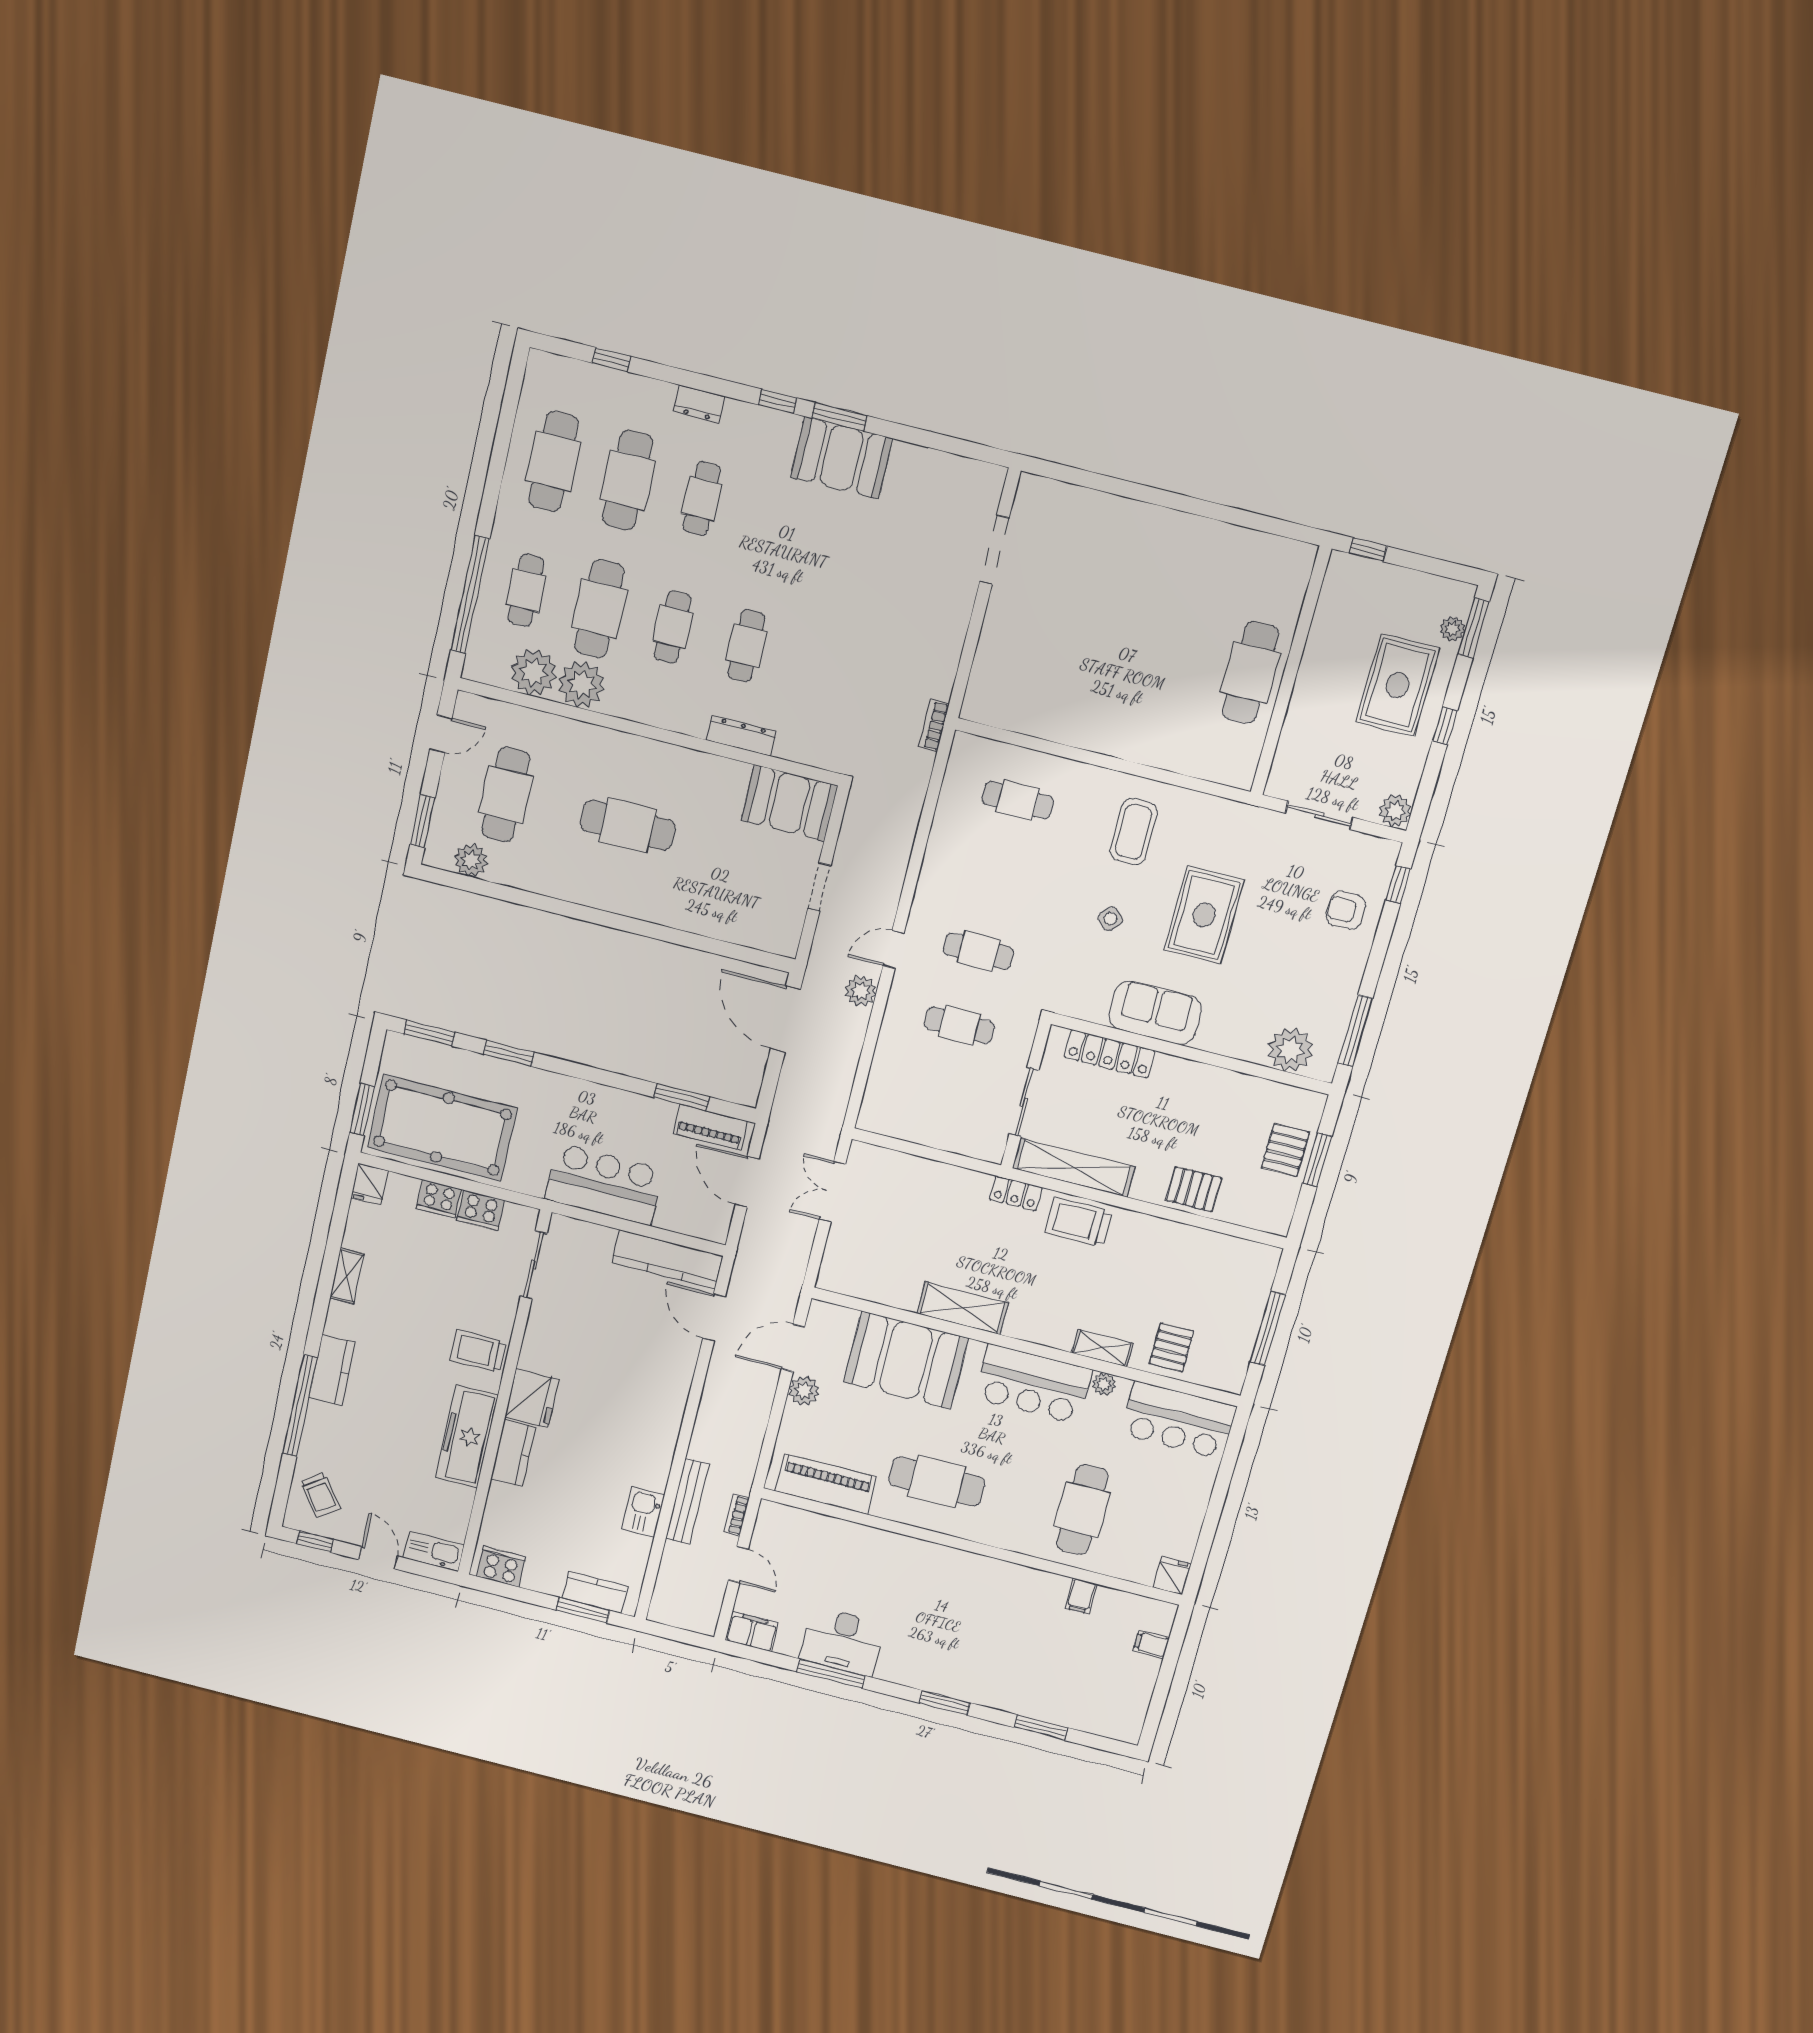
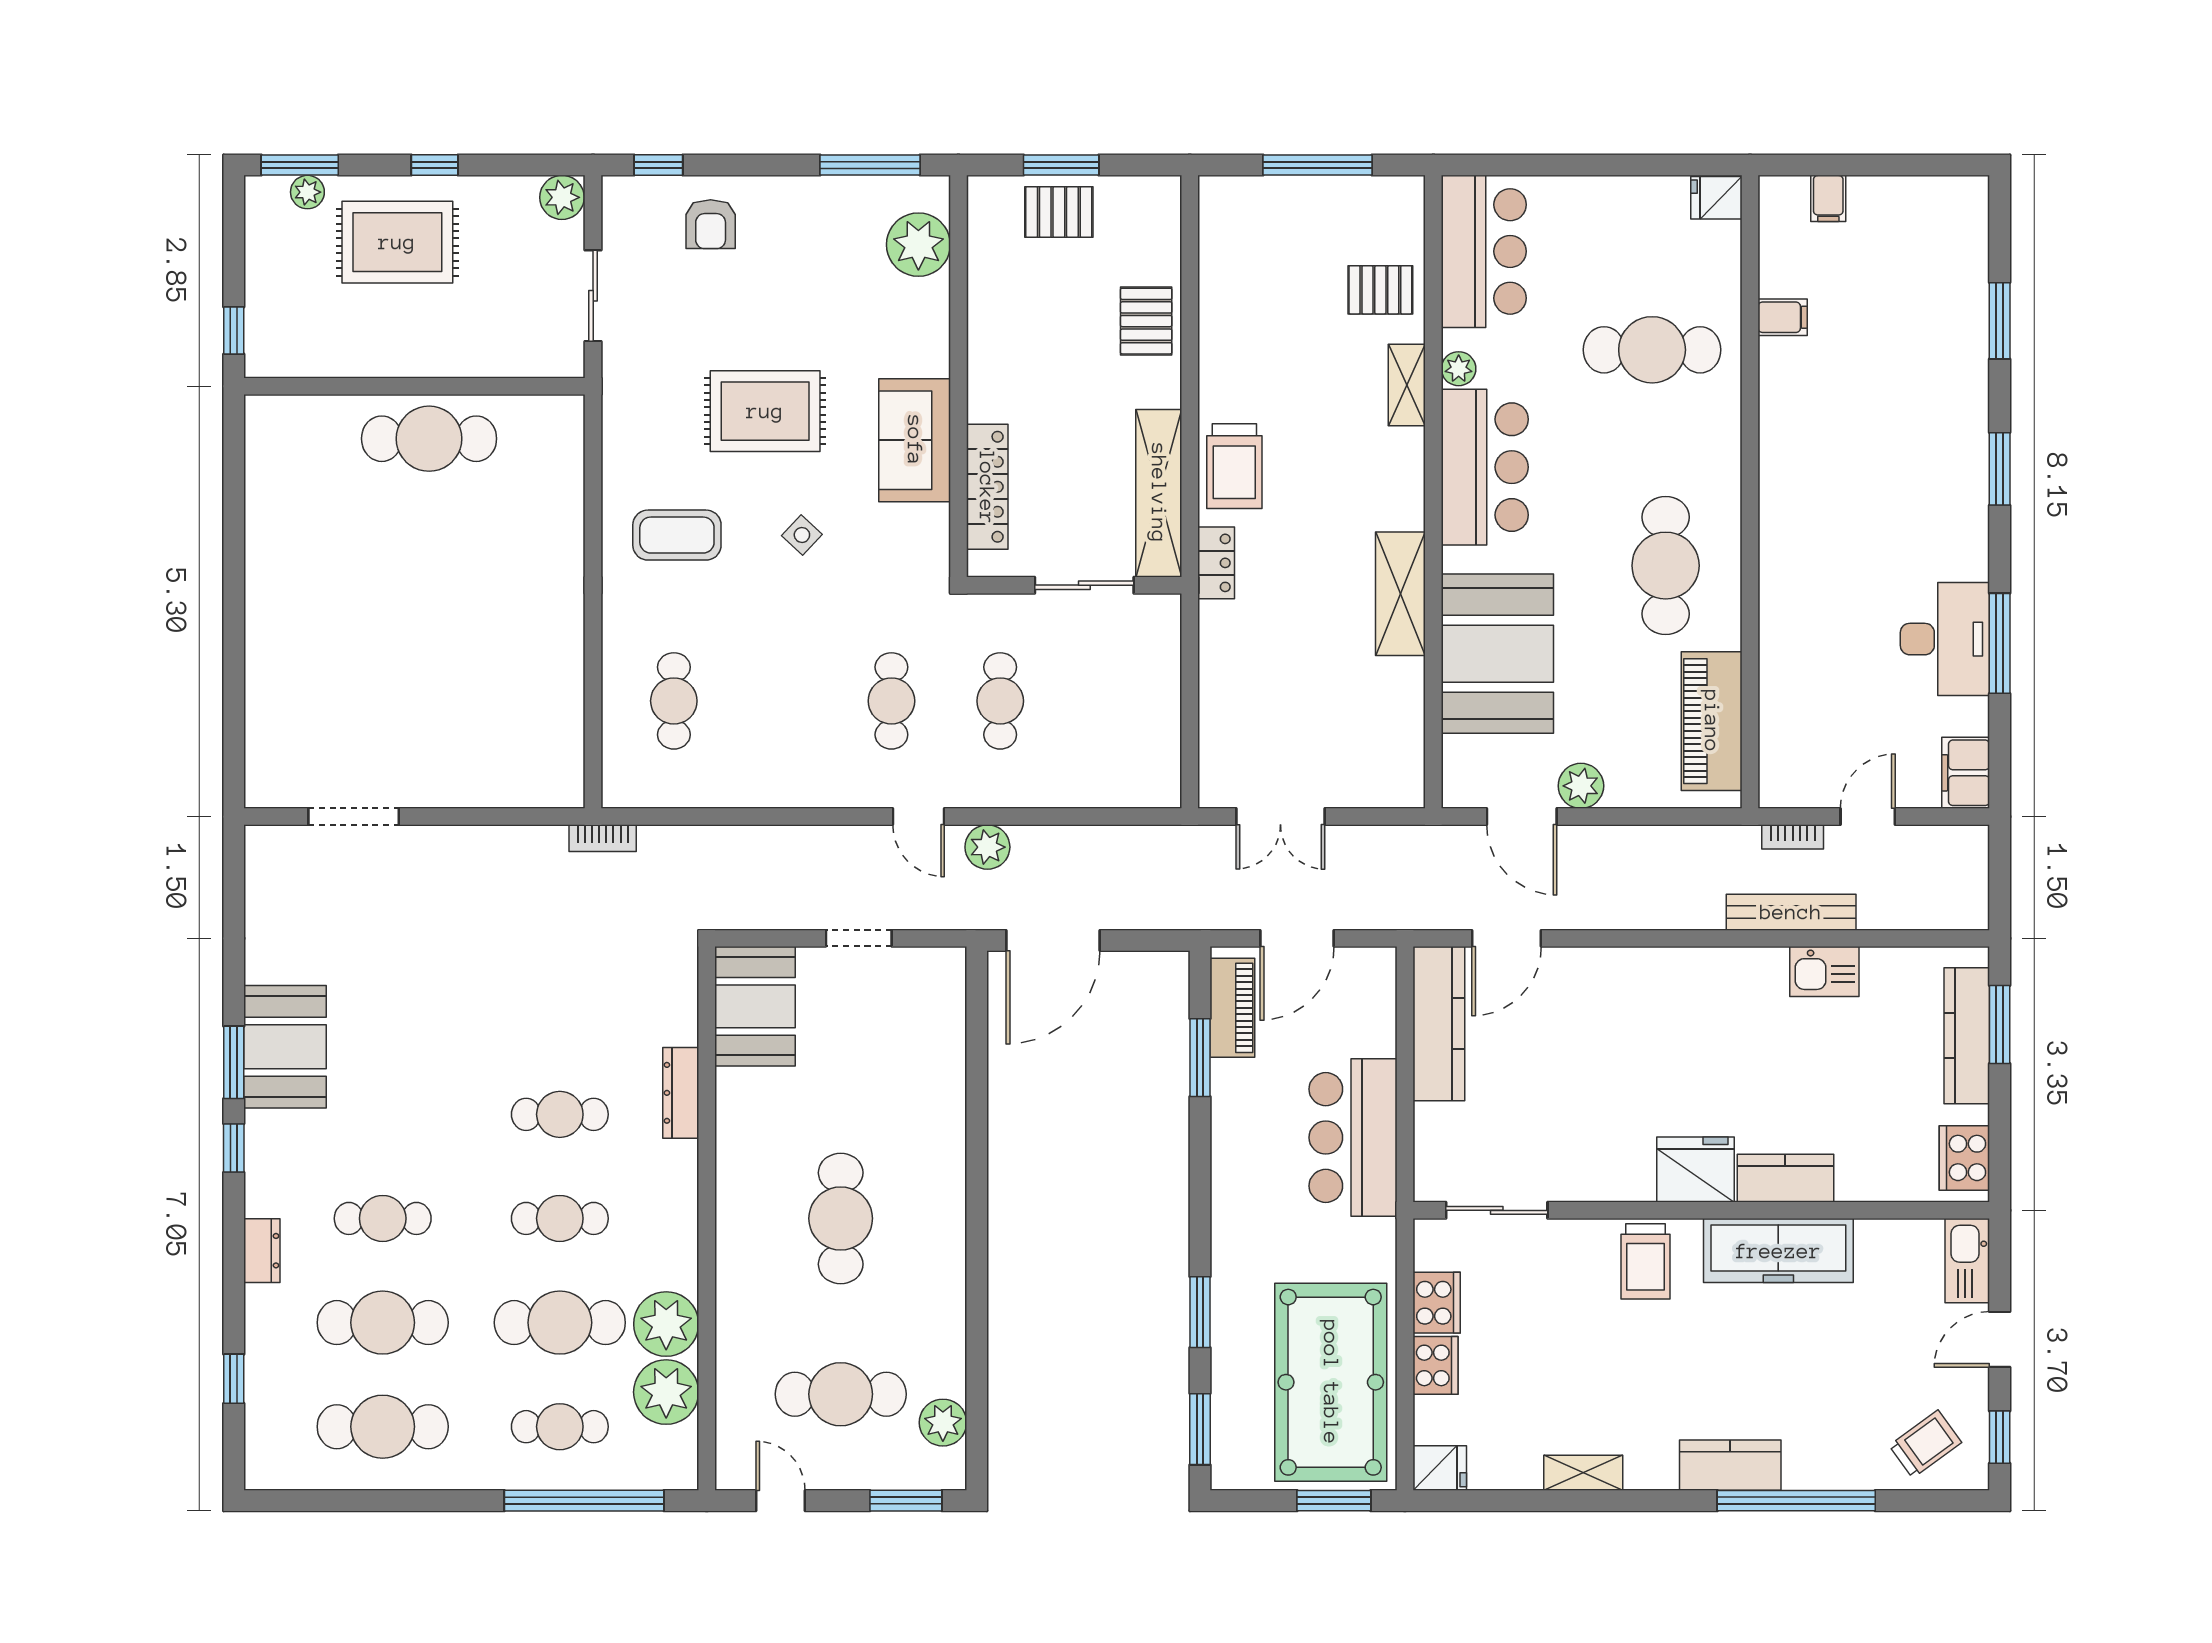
kitchen counter: (595, 1592) -> (1967, 1036), width x1.50

